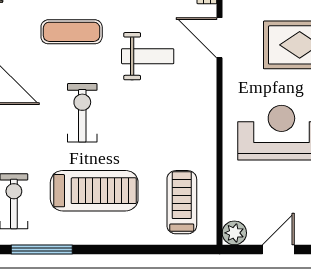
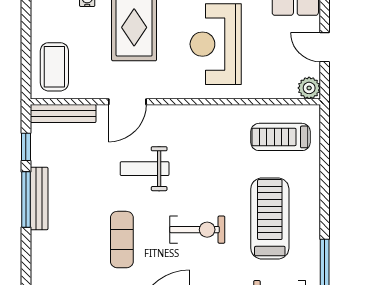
weight bench: (148, 56) -> (145, 169), turned -90
exercise bike: (82, 113) -> (197, 230), turned 180

